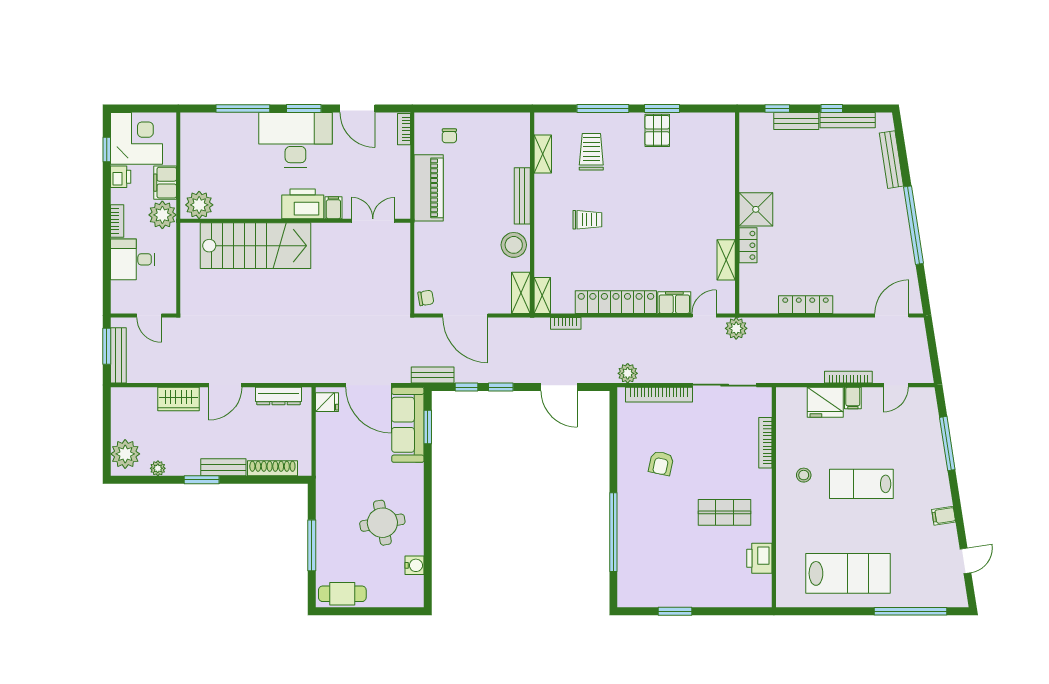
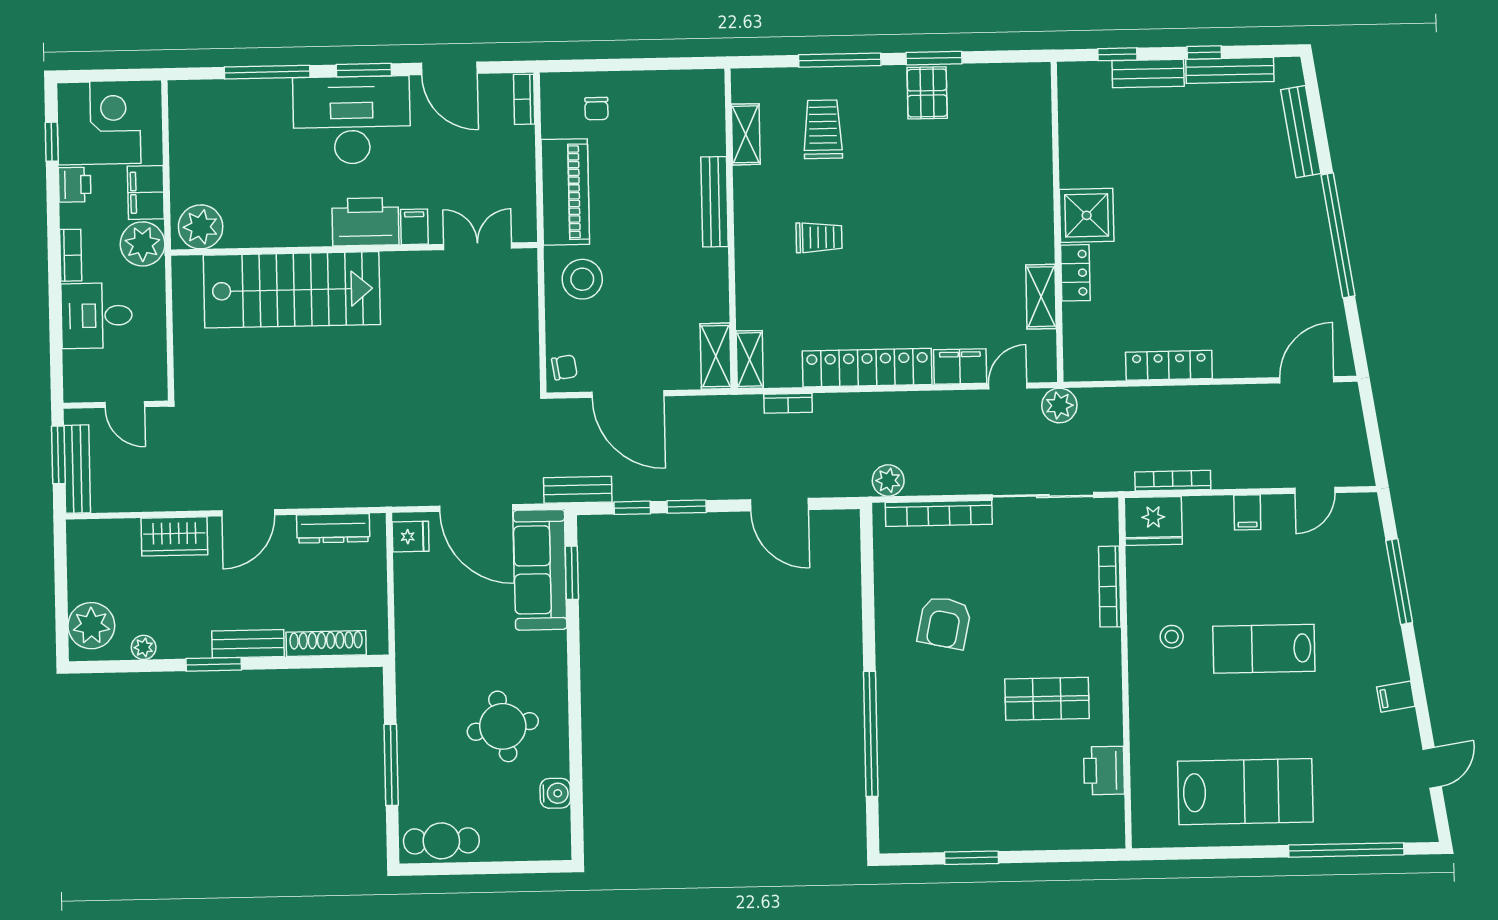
stool: (514, 245) -> (582, 279), moved
bookcase: (848, 377) -> (1173, 481), moved
fridge: (825, 402) -> (1153, 521), moved
armchair: (661, 463) -> (944, 623), width x1.38, depth x1.38

